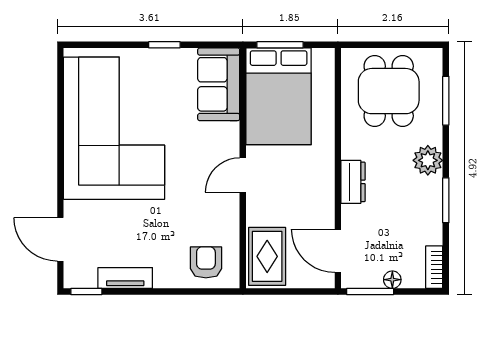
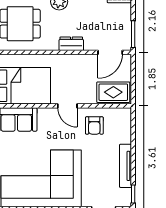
armchair: (206, 262) -> (94, 125), moved, turned -90
tv unit: (125, 278) -> (125, 166), width x1.41
floor lamp: (392, 280) -> (126, 22), removed

